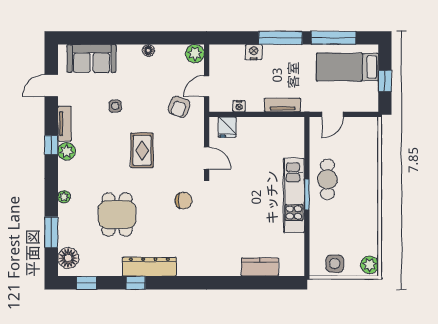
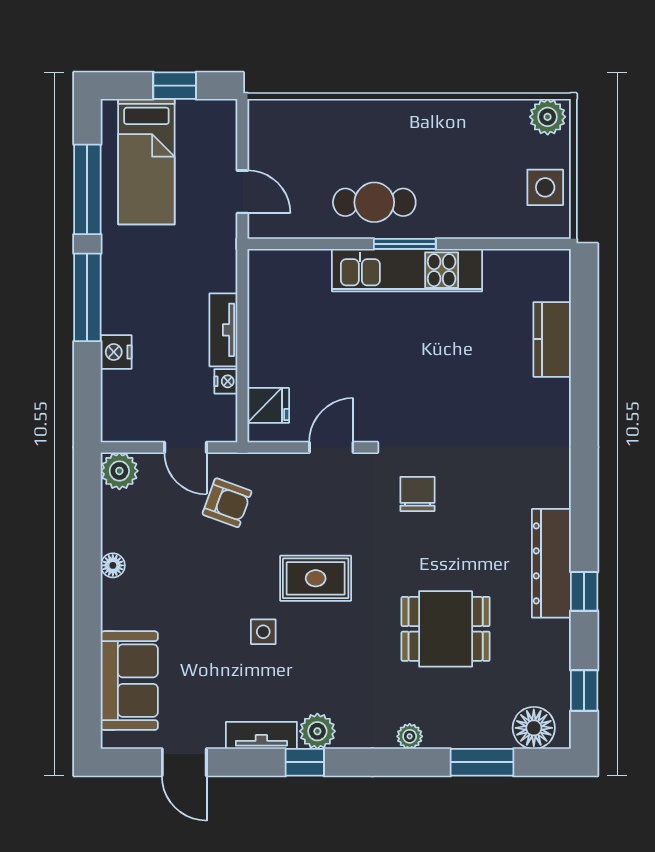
tv unit: (283, 105) -> (223, 330), moved
side table: (115, 106) -> (263, 632), moved

